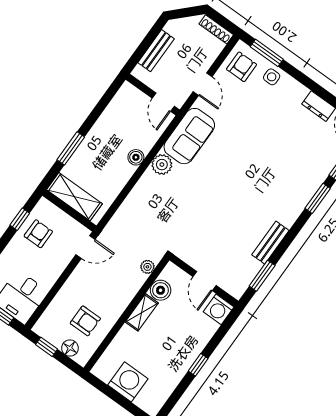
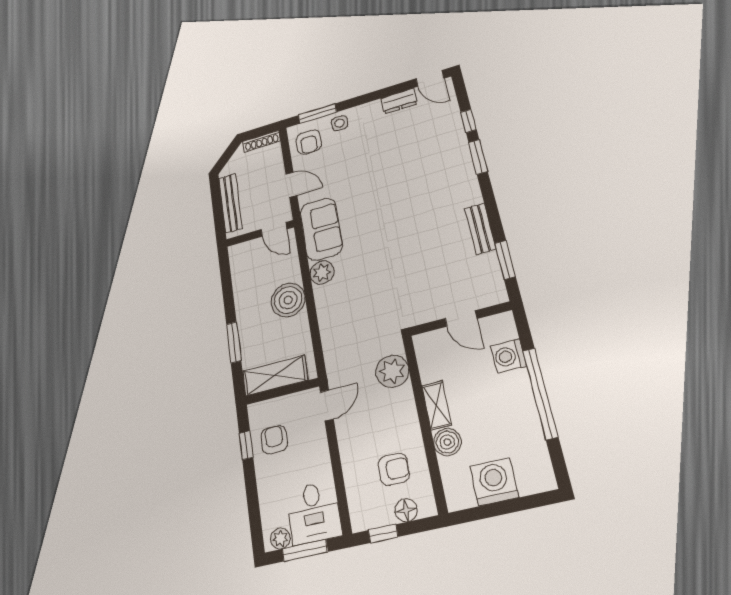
bench: (156, 51) -> (230, 203), width x1.36
armchair: (242, 67) -> (309, 142), turned 180
boiler: (136, 157) -> (288, 300), width x1.86, depth x1.86
plant: (147, 267) -> (392, 371), width x1.87, depth x1.87
boiler: (161, 290) -> (447, 442), moved
washing machine: (219, 309) -> (508, 356), moved, turned 90
window: (198, 365) -> (540, 393), width x3.17

